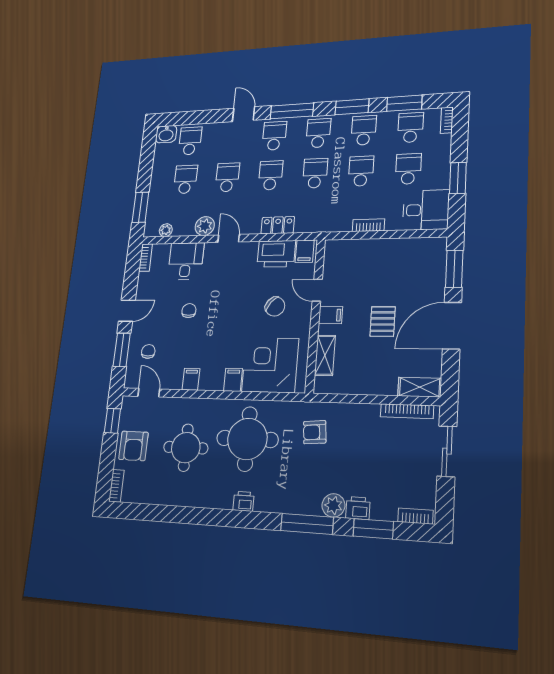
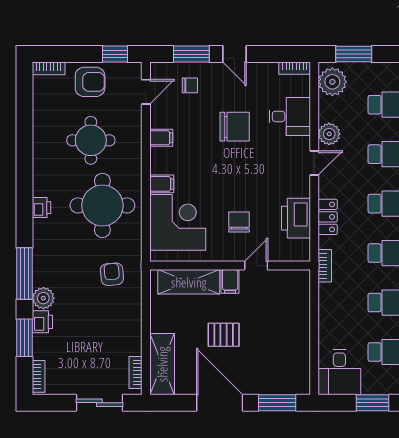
bookcase: (368, 225) -> (325, 266), moved
plant: (166, 230) -> (332, 82), width x1.87, depth x1.87
filing cabinet: (305, 251) -> (298, 249), removed
chair: (275, 307) -> (239, 222), turned 141
chair: (189, 311) -> (235, 127), width x1.87, depth x1.87
shelving: (325, 355) -> (189, 282), width x1.50, depth x1.33
shelving: (420, 387) -> (162, 364), width x1.50, depth x1.33
bookcase: (407, 411) -> (136, 373), width x0.64
armchair: (133, 446) -> (90, 82), turned 180

